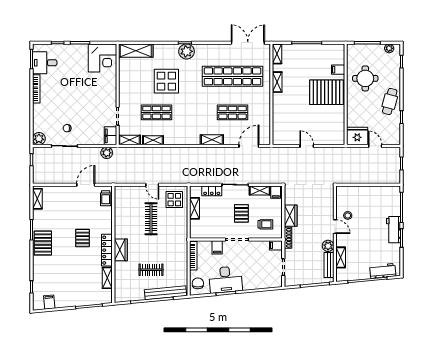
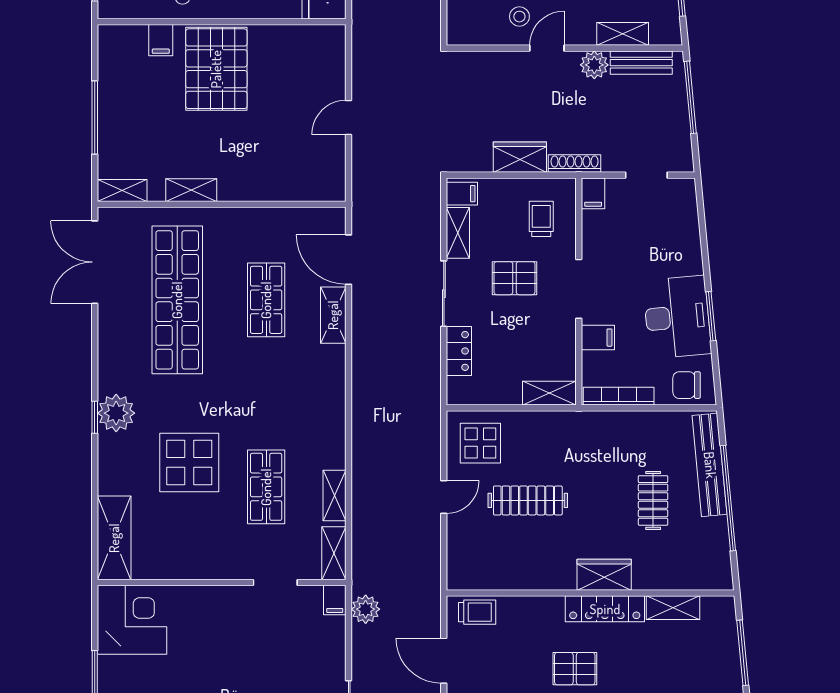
filing cabinet: (110, 136) -> (335, 600), width x0.50
shelving: (212, 140) -> (333, 315), moved
shelving: (195, 208) -> (549, 393), moved

